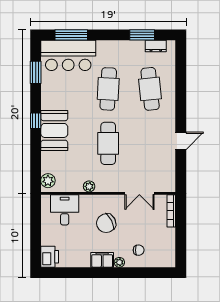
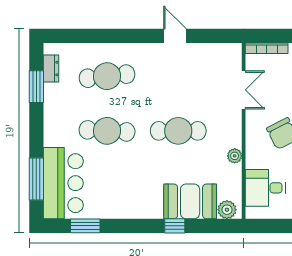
window: (36, 121) -> (175, 226), moved
booth: (54, 130) -> (190, 201), moved

